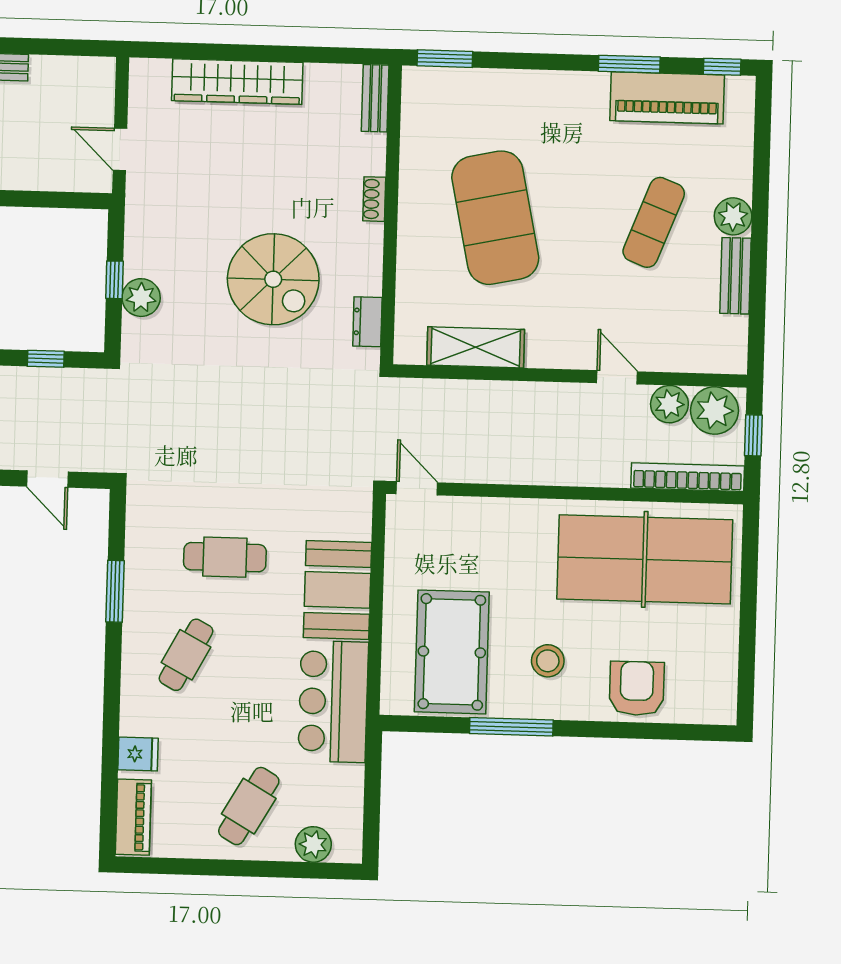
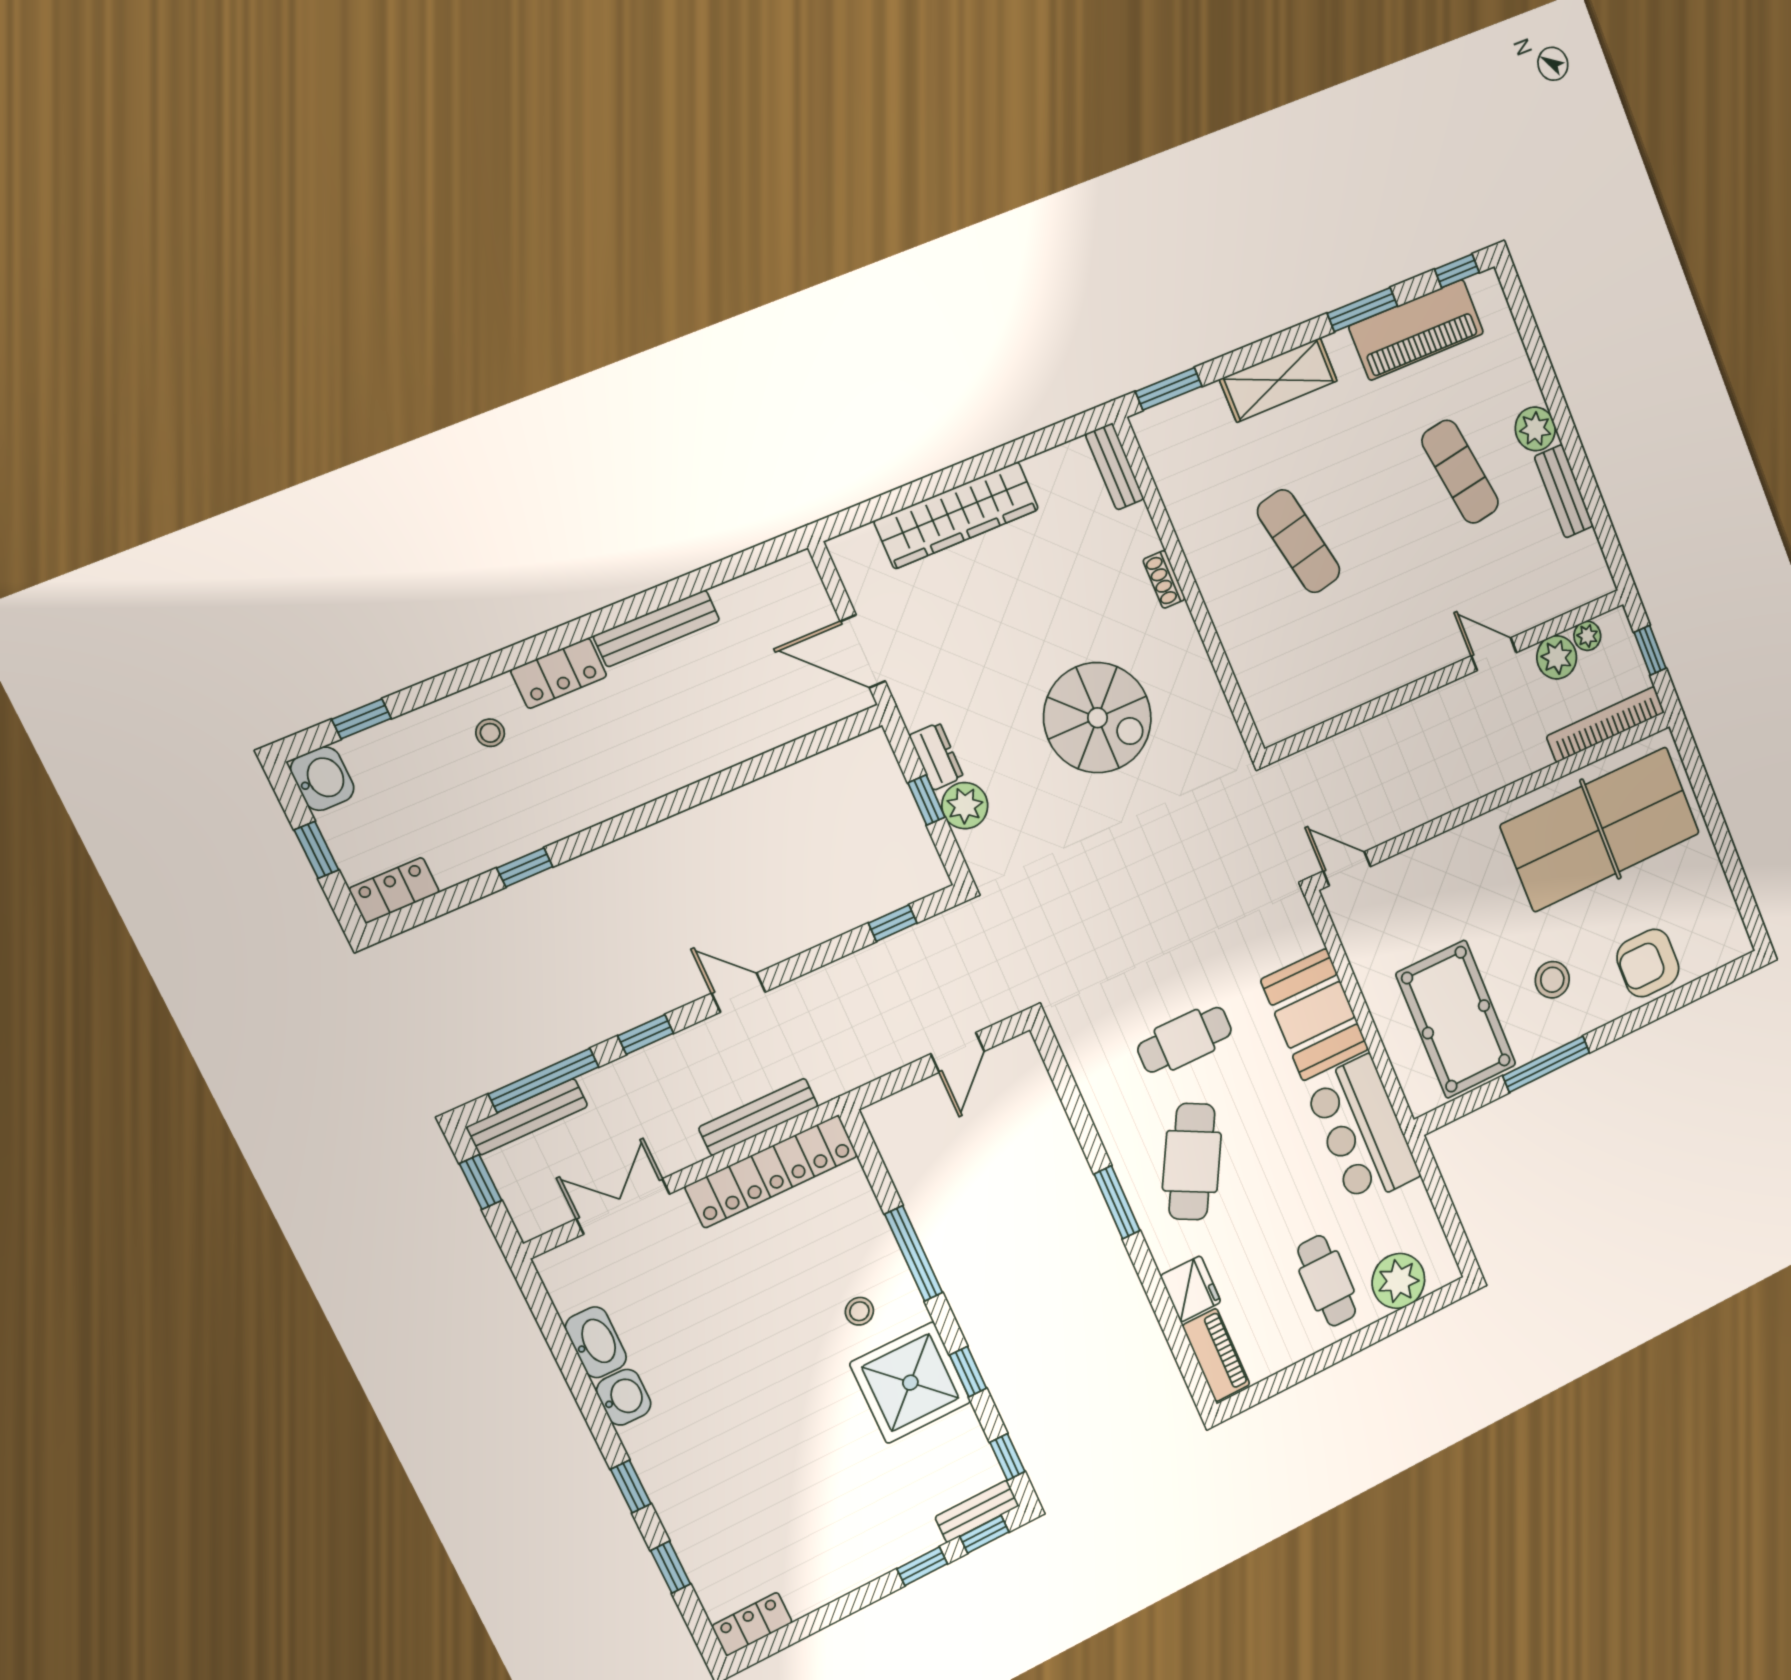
door: (120, 149) -> (863, 651), width x1.37
exercise mat: (495, 218) -> (1299, 541), width x0.50, depth x0.69
exercise mat: (654, 222) -> (1460, 472), turned -30
dresser: (367, 322) -> (936, 756), moved, turned 180
shelving: (476, 347) -> (1278, 380), moved
plant: (714, 411) -> (1587, 636), width x0.53, depth x0.53
door: (47, 479) -> (958, 1052), hinge flipped
window: (115, 591) -> (1117, 1202), moved
cafe table: (186, 655) -> (1192, 1162), width x1.37, depth x1.35
armchair: (637, 688) -> (1648, 963), turned -90
fridge: (138, 754) -> (1191, 1289), width x1.38
cafe table: (249, 806) -> (1327, 1281), turned -30
plant: (313, 844) -> (1398, 1281), width x1.36, depth x1.36

